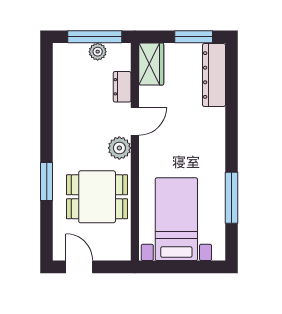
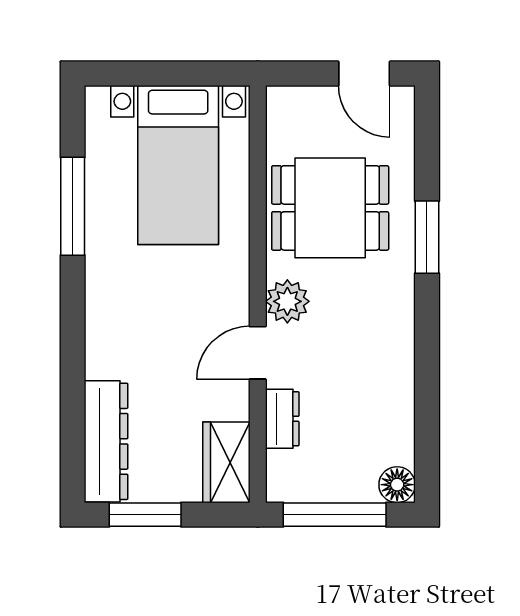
floor lamp: (62, 52) -> (397, 485), added
plant: (98, 52) -> (329, 486), removed

